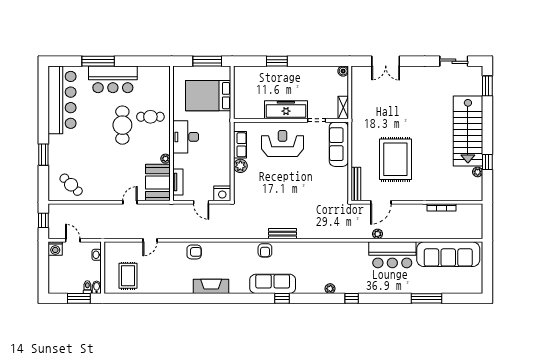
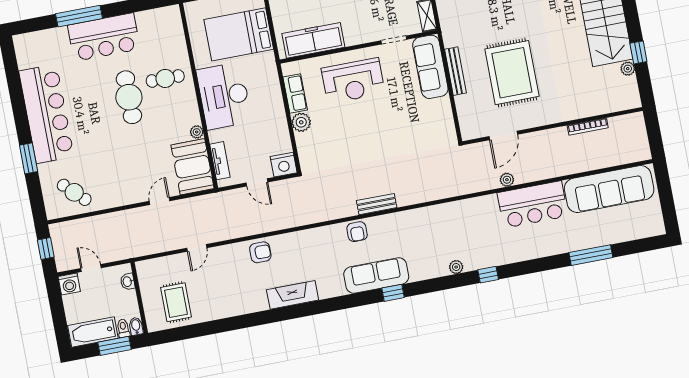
bar counter: (62, 100) -> (46, 114), moved
freezer: (286, 110) -> (313, 40), moved
desk: (186, 137) -> (224, 96), width x1.36, depth x1.30
reception desk: (283, 144) -> (353, 81), turned 180
bench: (356, 184) -> (455, 71), moved
bathtub: (66, 286) -> (93, 332), added

